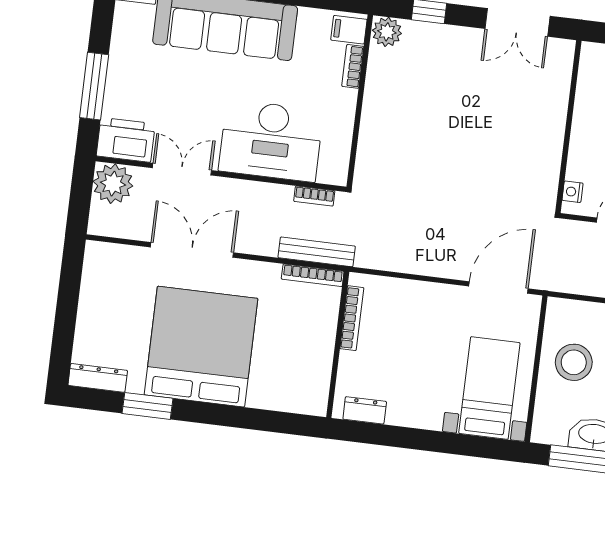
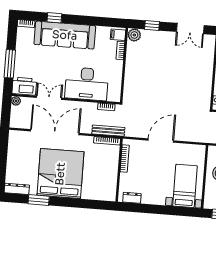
plant: (113, 184) -> (16, 101), width x0.53, depth x0.53
double door: (192, 250) -> (55, 132), width x1.36
door: (498, 287) -> (161, 141), moved

